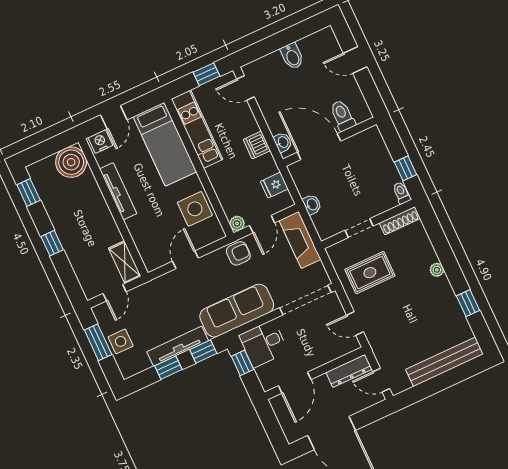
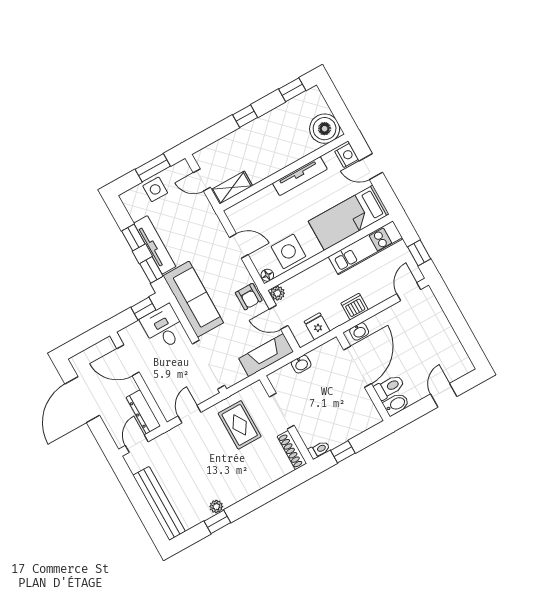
bidet: (292, 56) -> (396, 404), moved, turned 180
doorway: (359, 228) -> (282, 411), width x1.38
floor lamp: (218, 233) -> (267, 275), added
plant: (437, 270) -> (216, 507), moved

